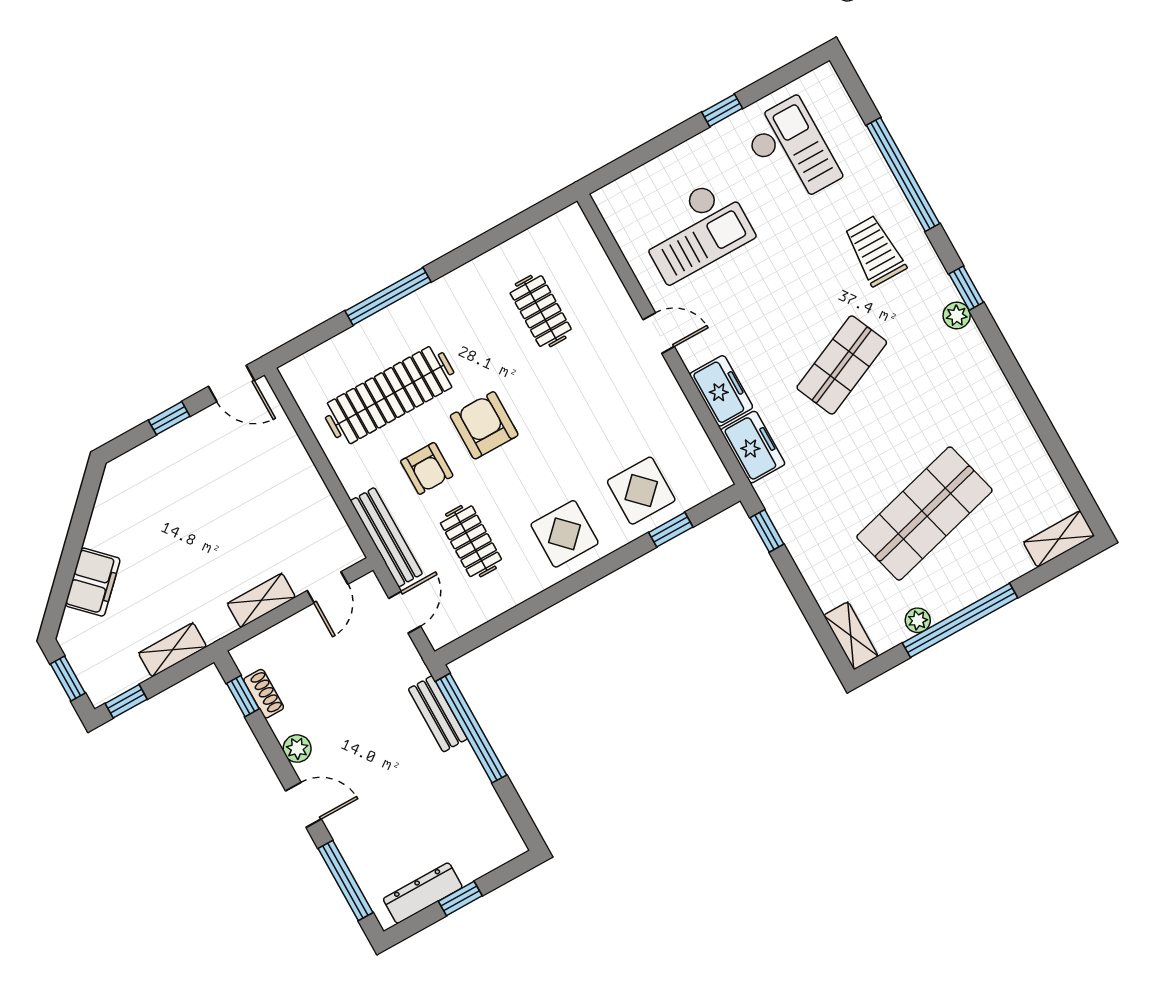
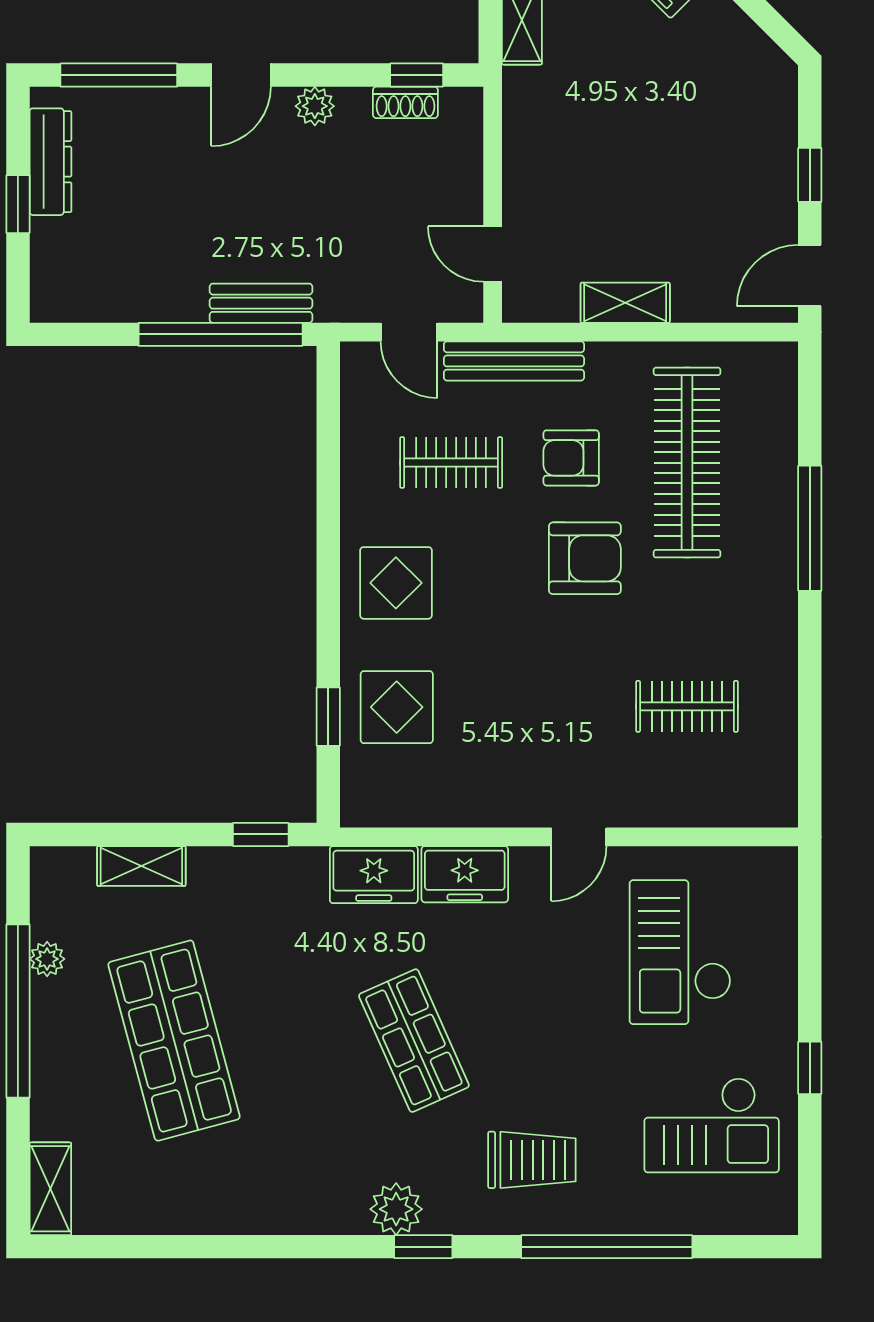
plant: (957, 315) -> (396, 1209), width x1.38, depth x1.38
shelving: (261, 600) -> (625, 303), moved, turned 90
shelving: (851, 636) -> (141, 866), moved

